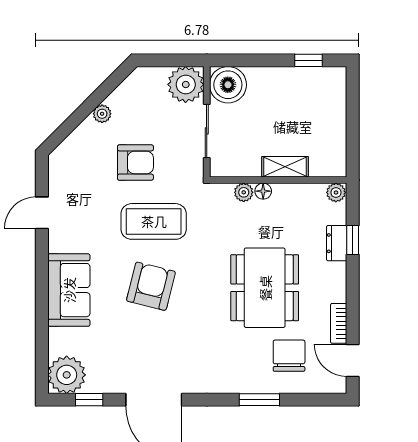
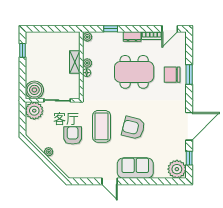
plant: (244, 192) -> (87, 63), moved
door: (42, 213) -> (110, 181), moved
dresser: (337, 243) -> (132, 37), moved
chair: (289, 356) -> (172, 75), moved

